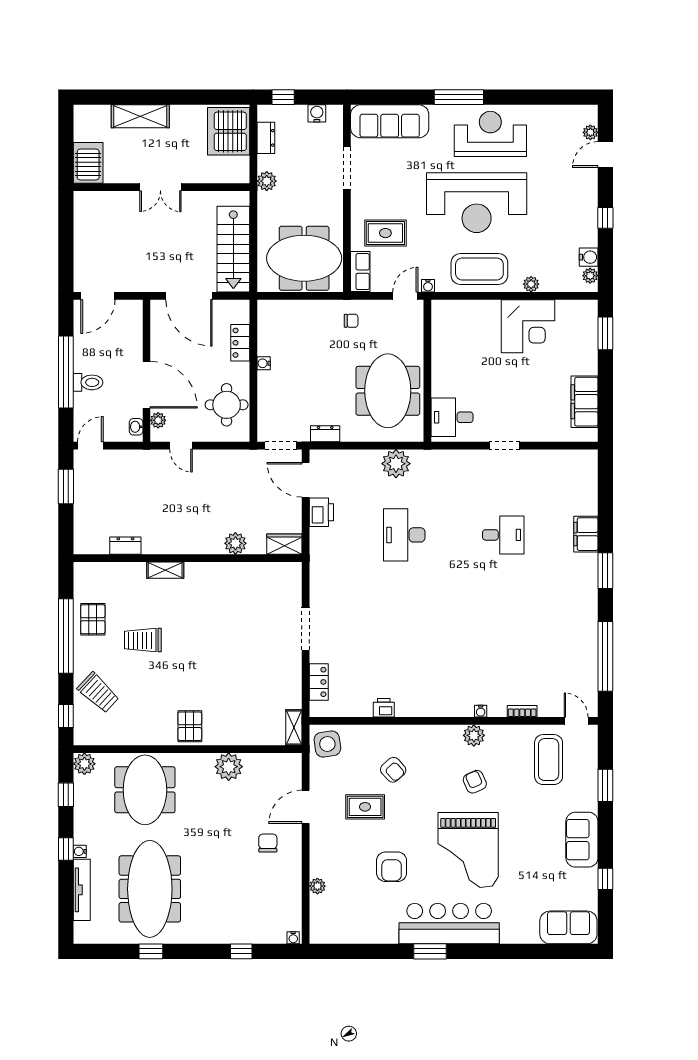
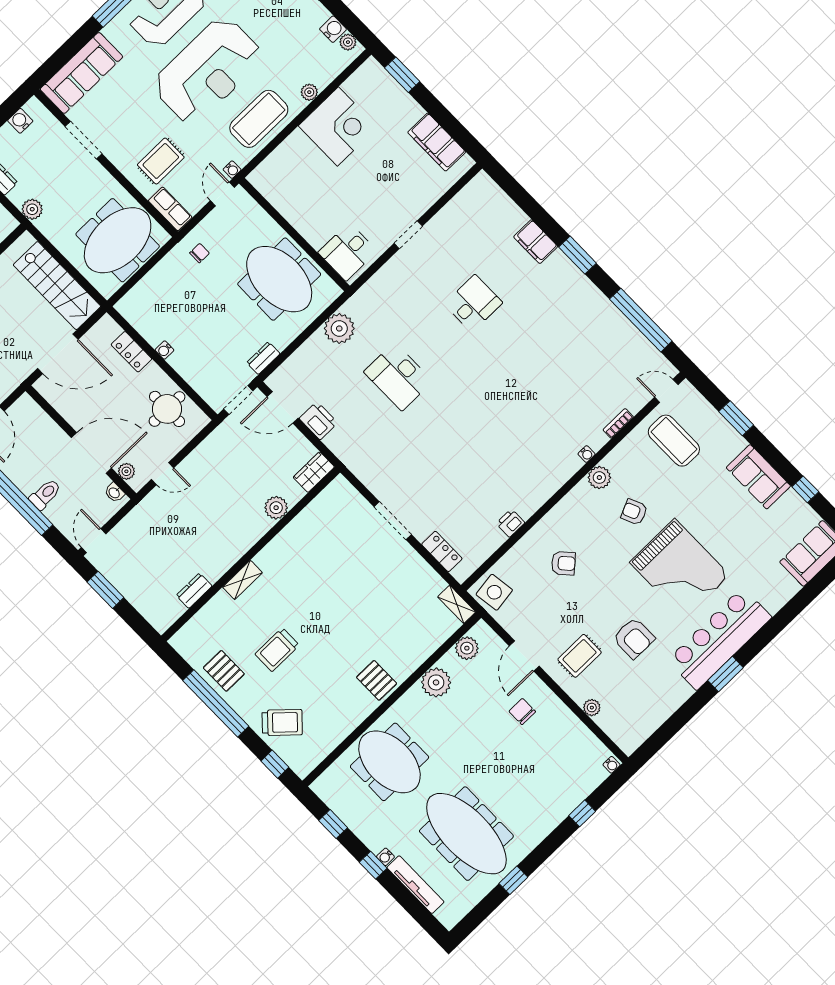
plant: (84, 764) -> (467, 648), moved
rug: (365, 807) -> (580, 656), moved

